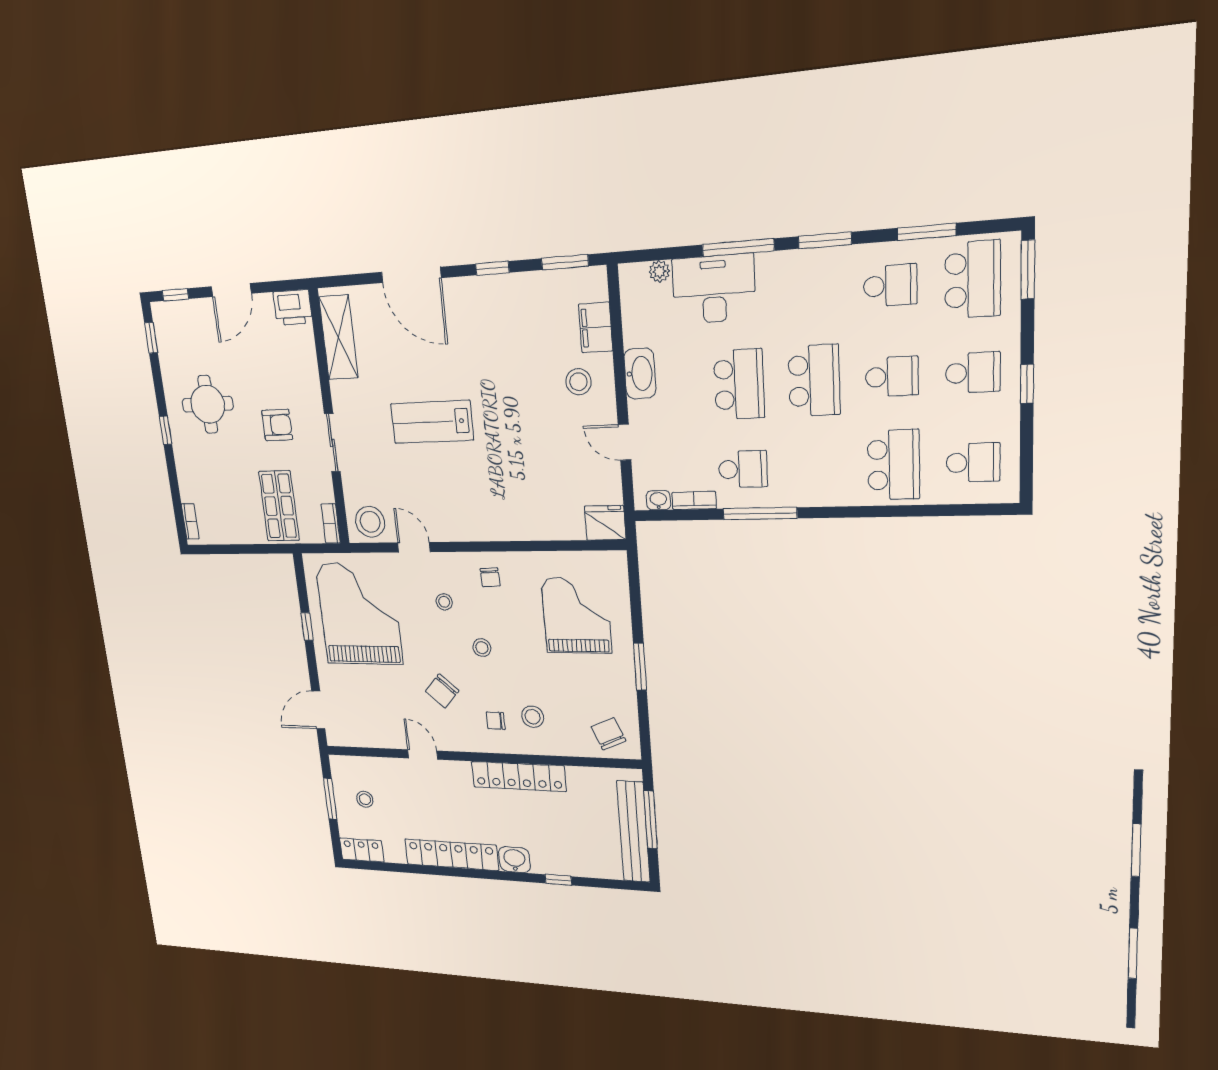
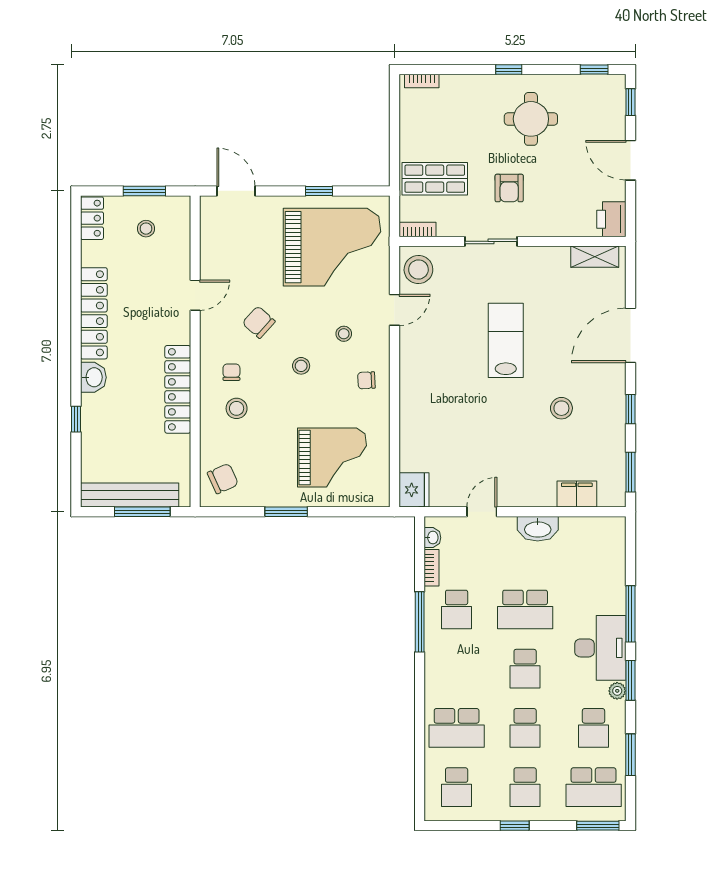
plant: (659, 271) -> (617, 691), moved
desk: (714, 289) -> (600, 648), moved
shelving: (339, 337) -> (595, 257), width x0.67, depth x0.75
school desk: (814, 381) -> (525, 669), width x0.54
stool: (578, 382) -> (561, 408), moved

